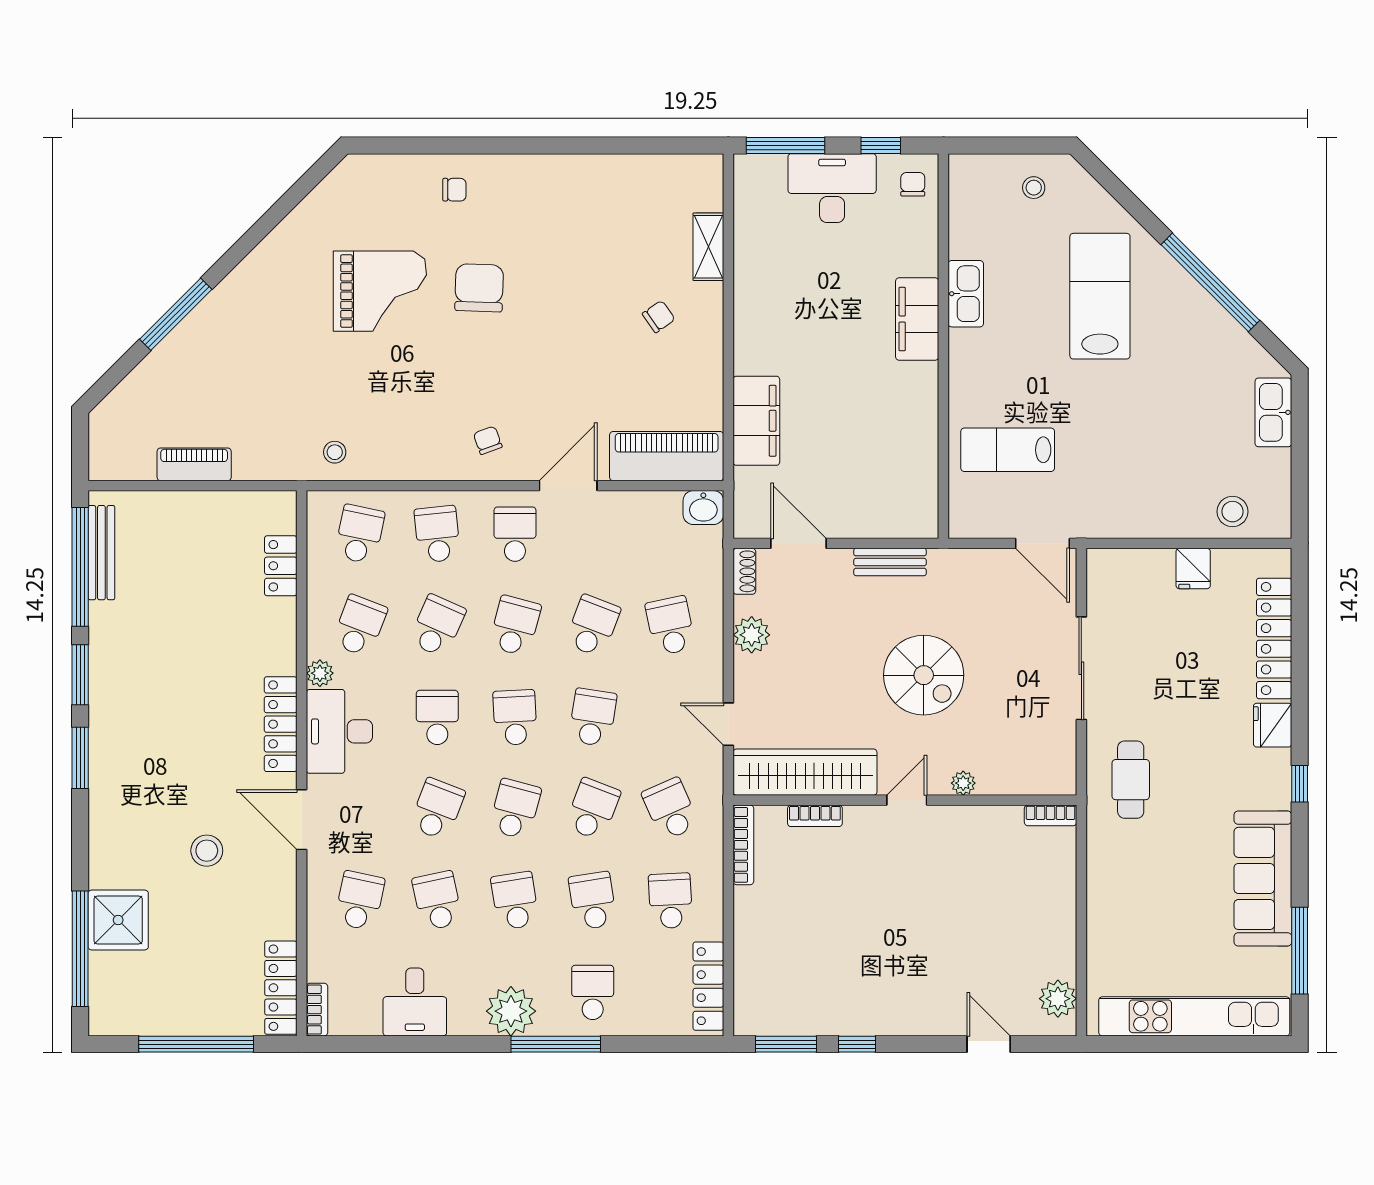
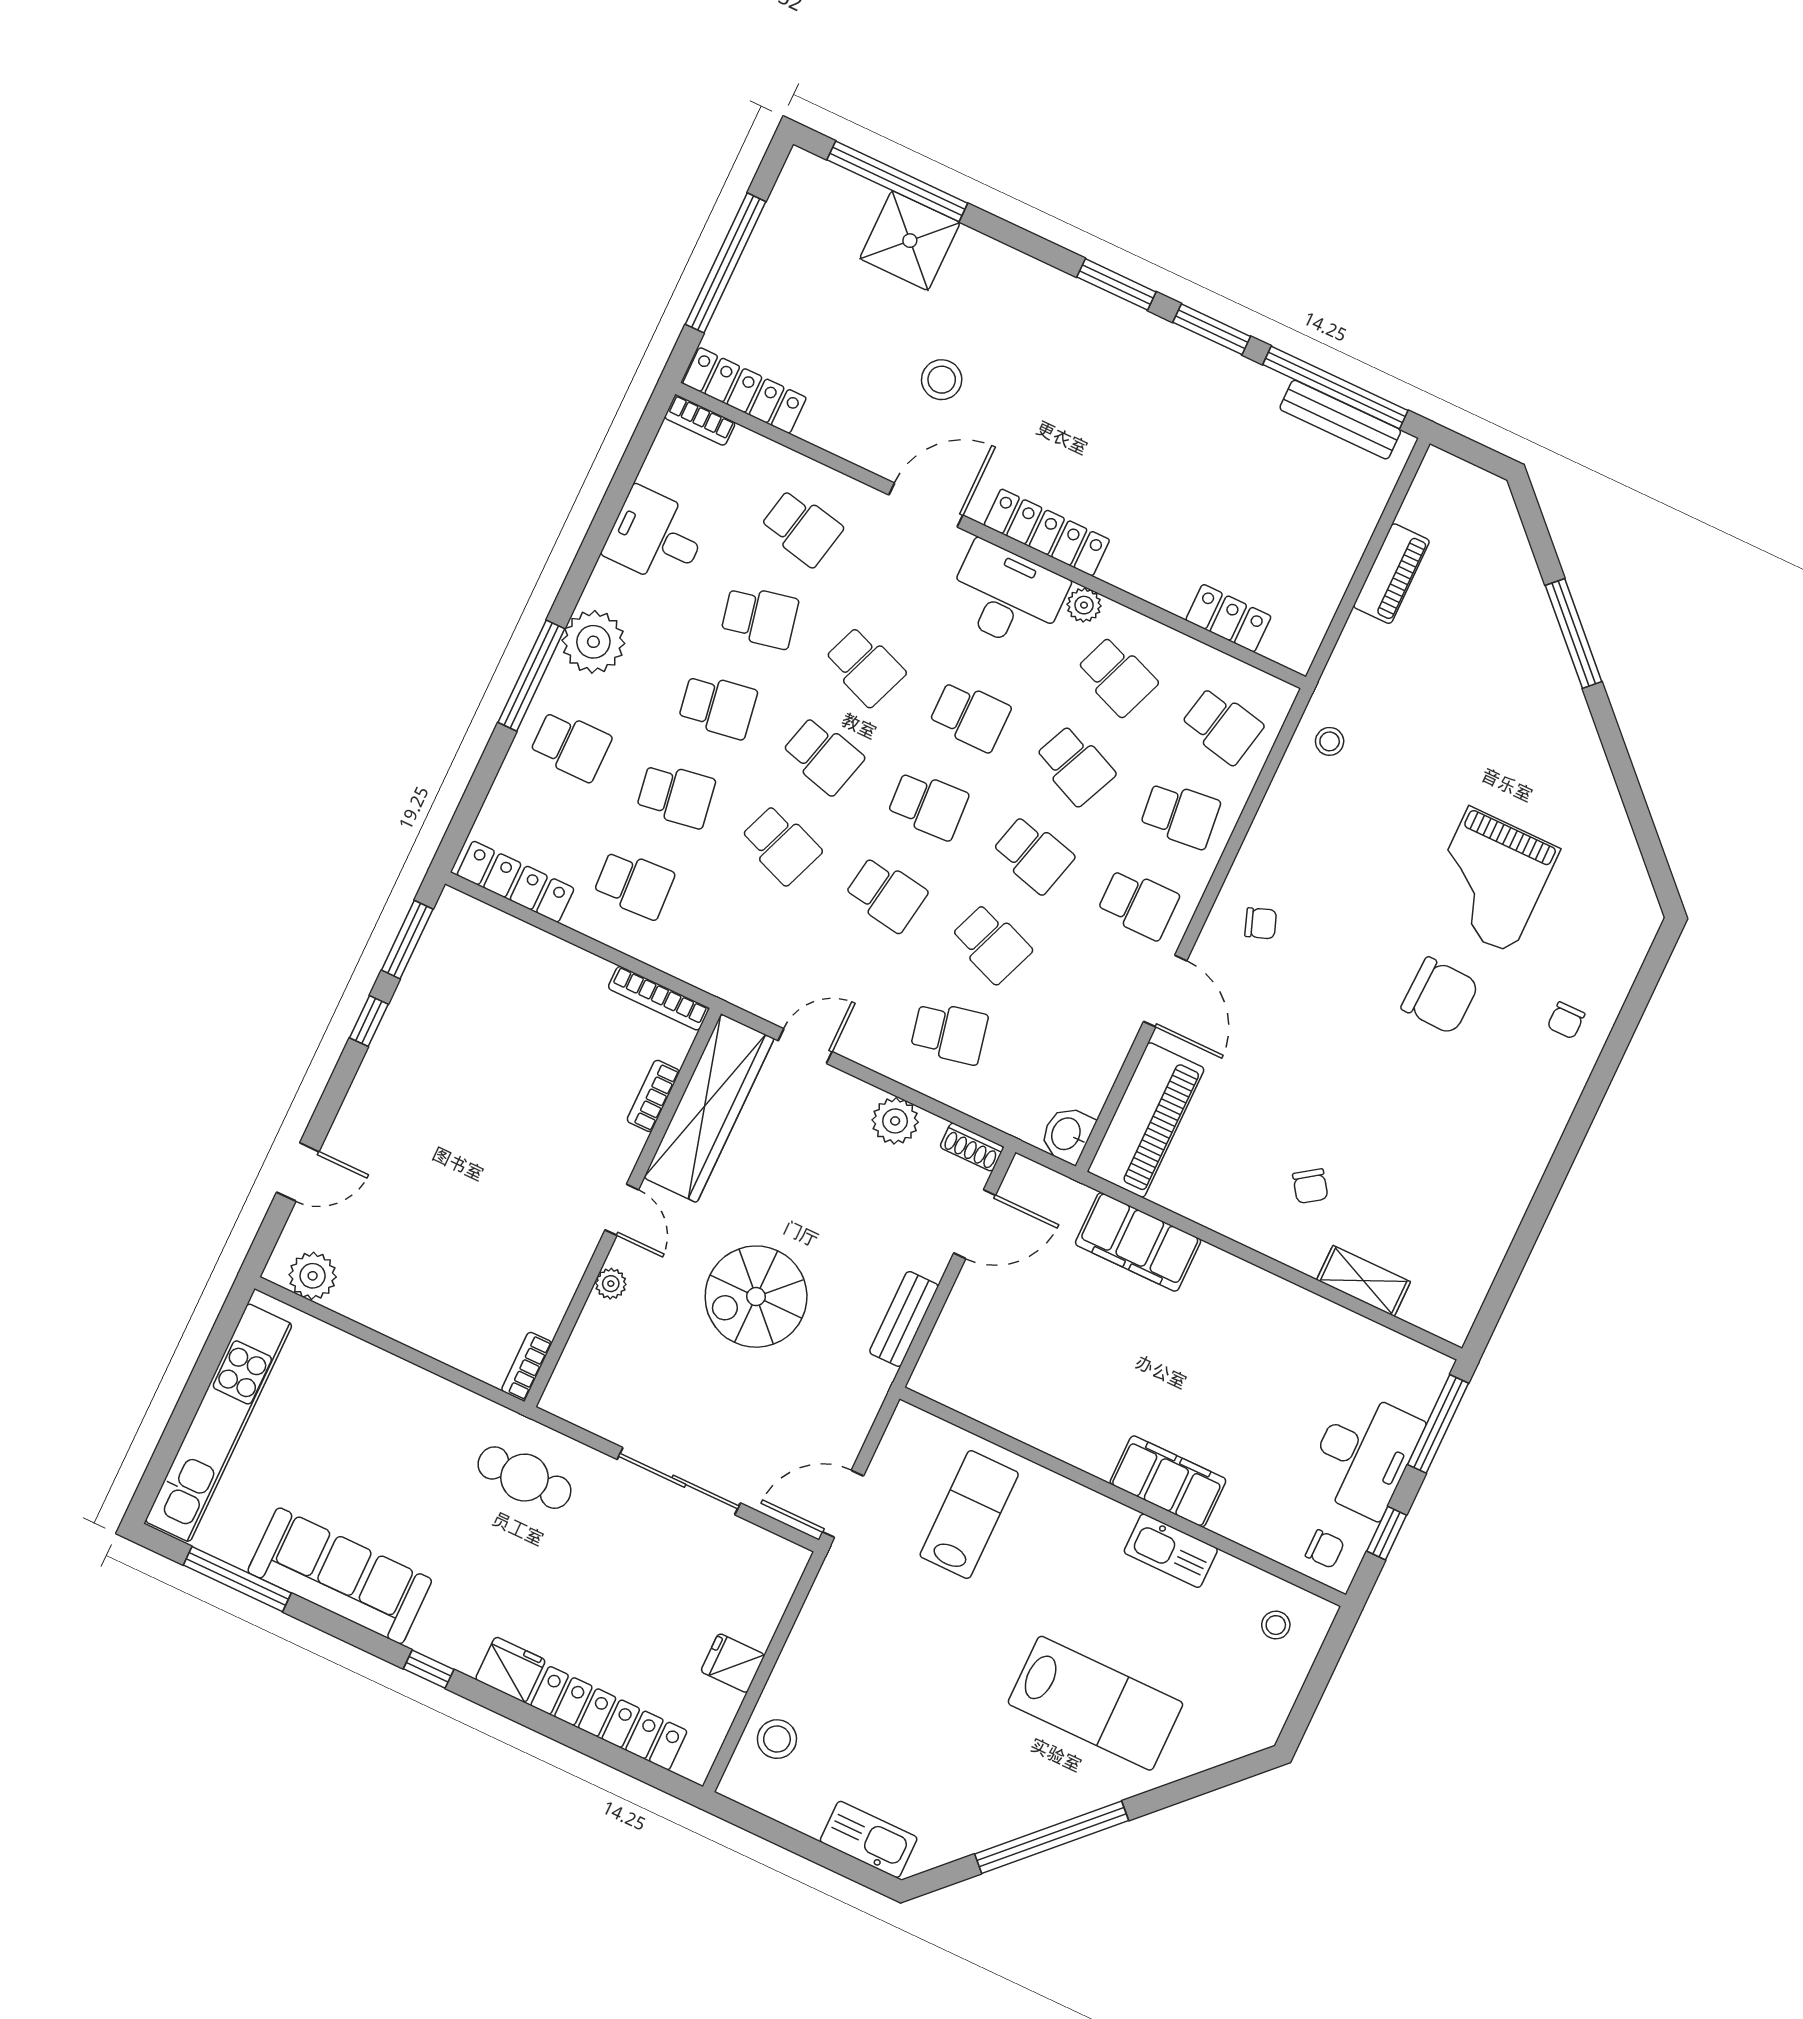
stool: (1034, 188) -> (1276, 1625), moved
school desk: (670, 809) -> (739, 934), removed

